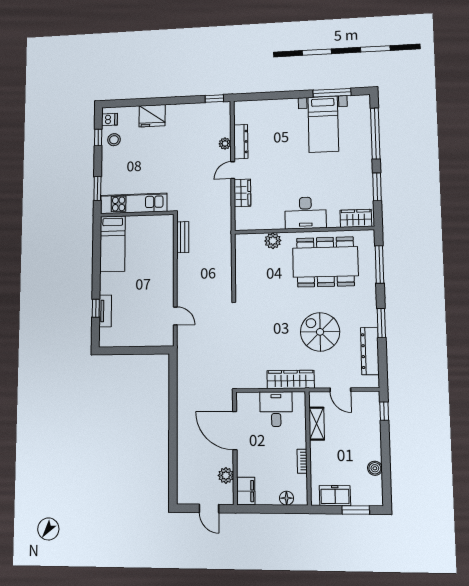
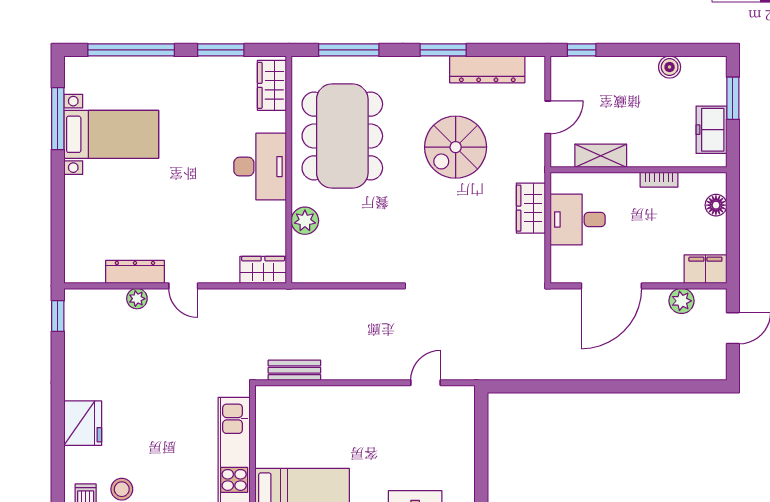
wardrobe: (242, 193) -> (263, 270), moved
wardrobe: (291, 379) -> (531, 208), width x0.67

